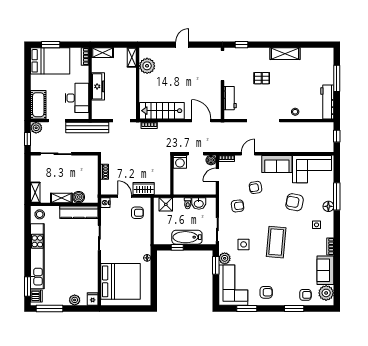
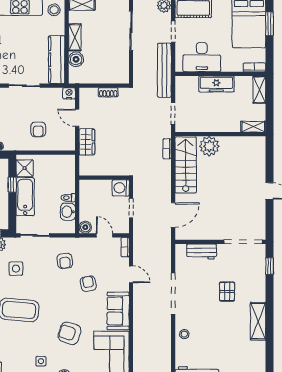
plant: (147, 66) -> (209, 146), moved
boiler: (211, 160) -> (85, 227), moved
door: (125, 196) -> (77, 118), swing flipped
armchair: (295, 202) -> (70, 333), turned -83
shower: (166, 204) -> (25, 168), moved
armchair: (137, 213) -> (38, 129), moved

